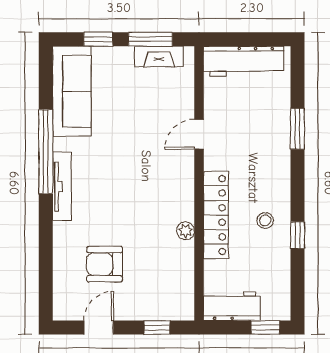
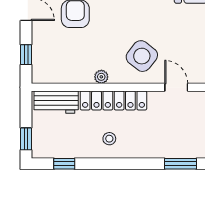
side table: (159, 179) -> (142, 56), added
window: (297, 235) -> (64, 164), moved
workbench: (232, 306) -> (56, 102), moved, turned 90

